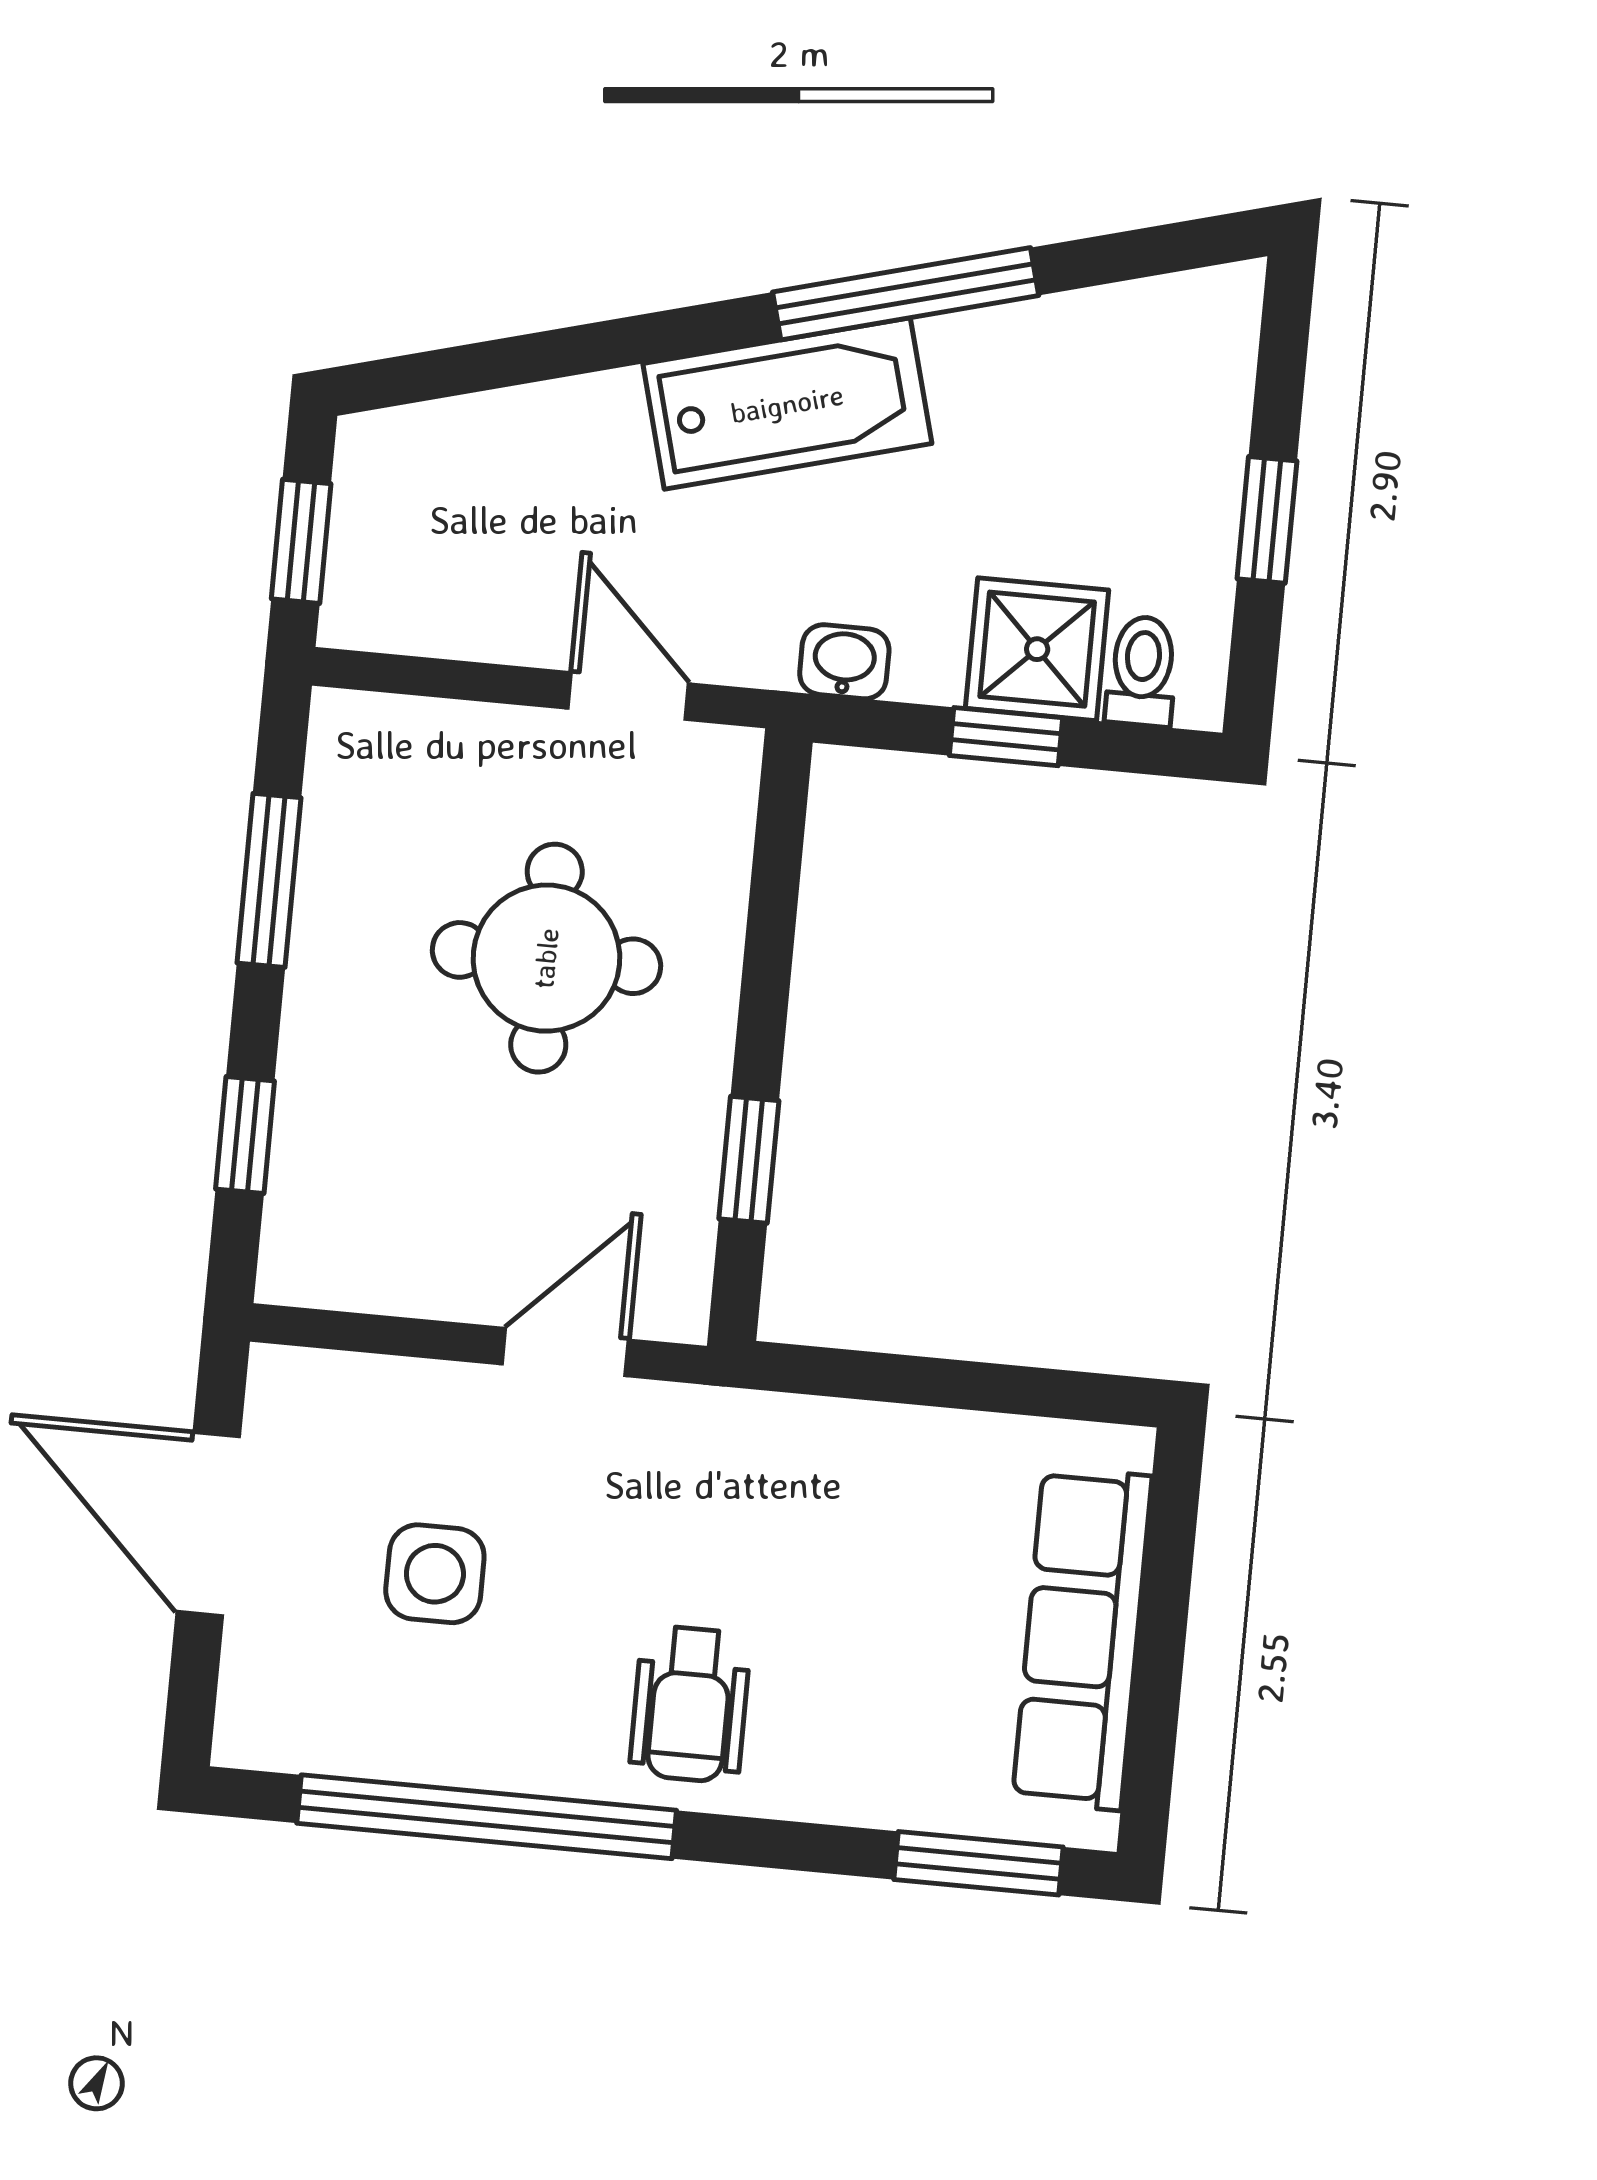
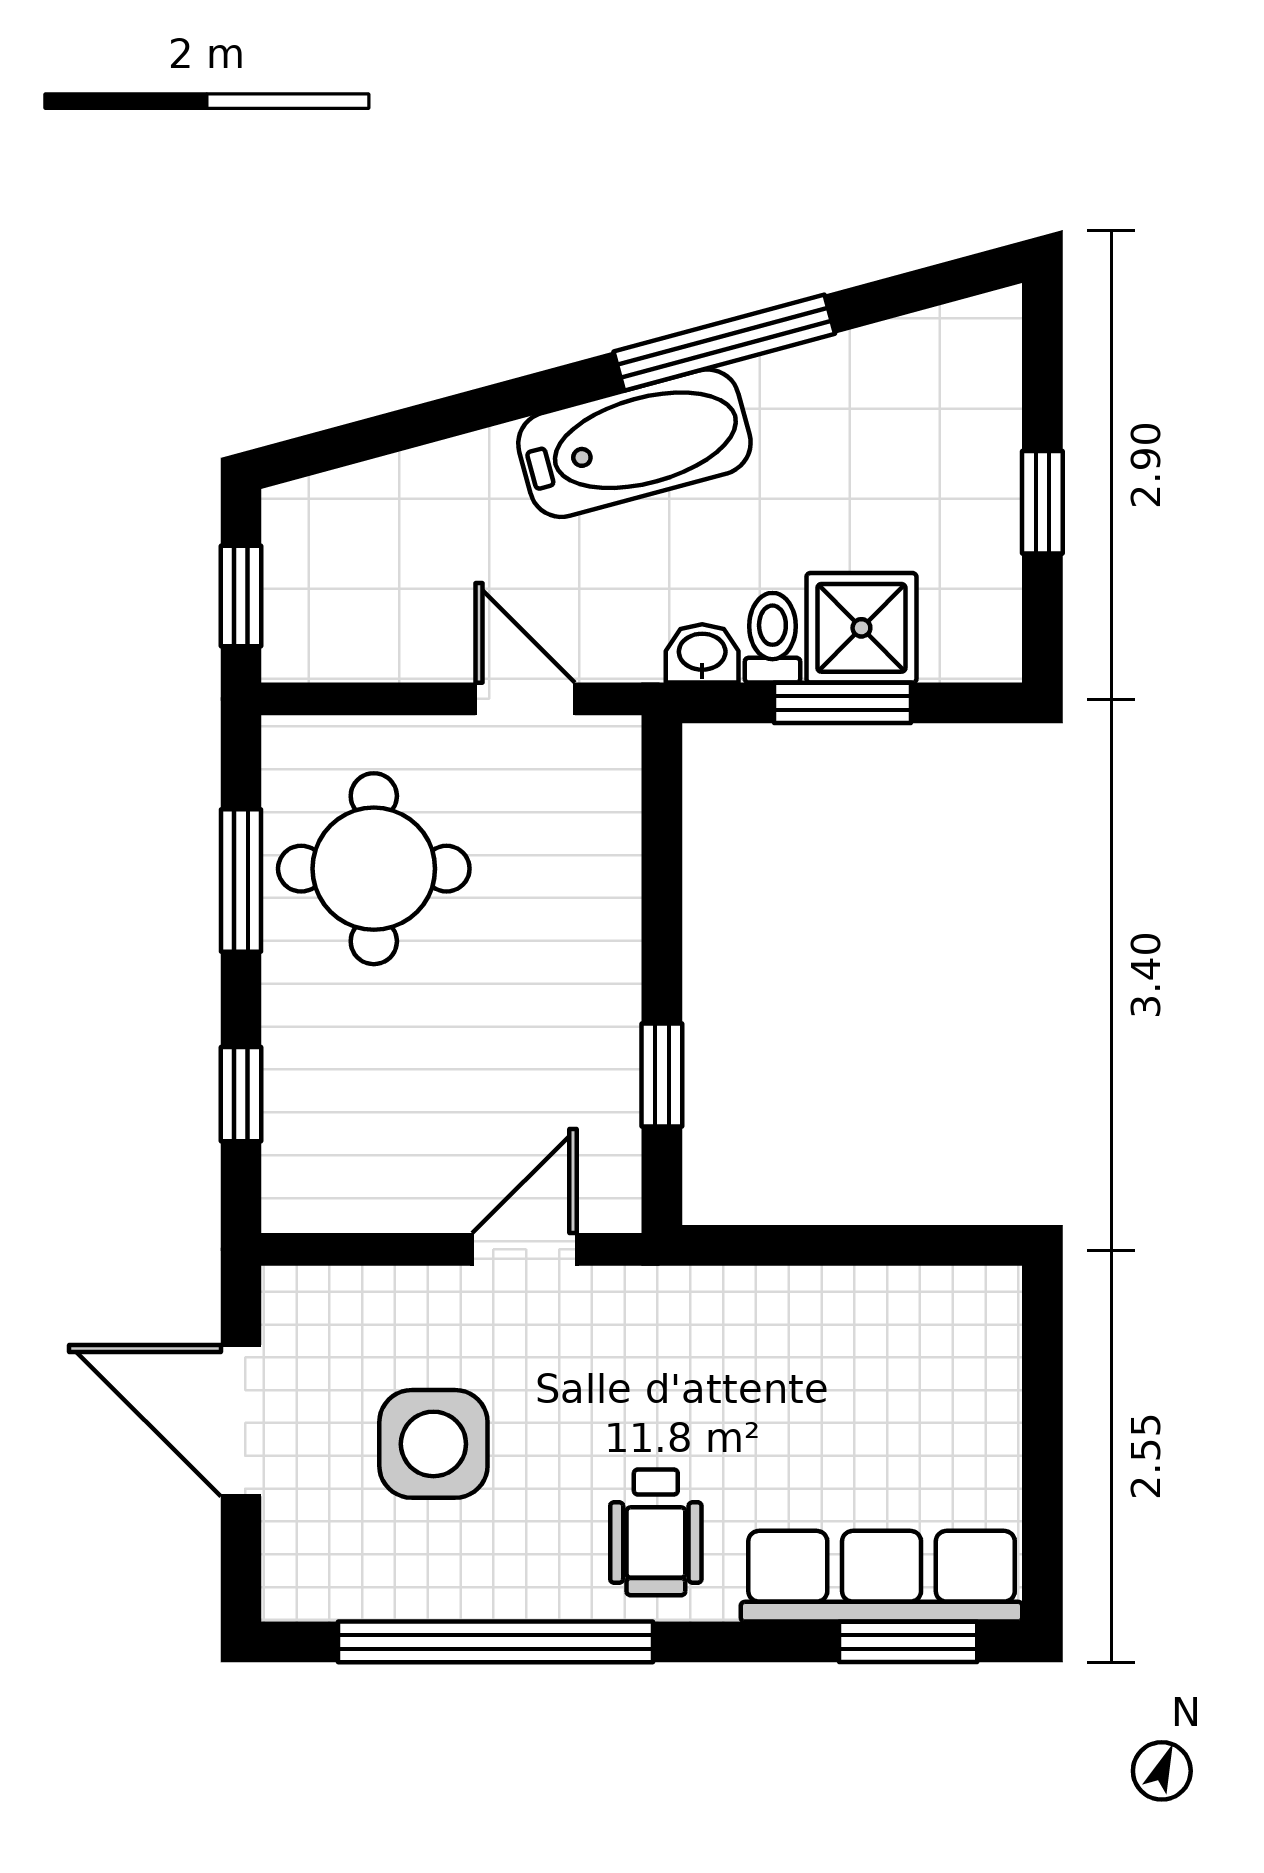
toilet: (1142, 671) -> (772, 638), moved
window: (1006, 737) -> (842, 703), width x1.50
round table: (546, 958) -> (374, 869), moved
side table: (435, 1574) -> (433, 1444), width x1.37, depth x1.37
row of seats: (1082, 1638) -> (882, 1576), moved, turned 90

